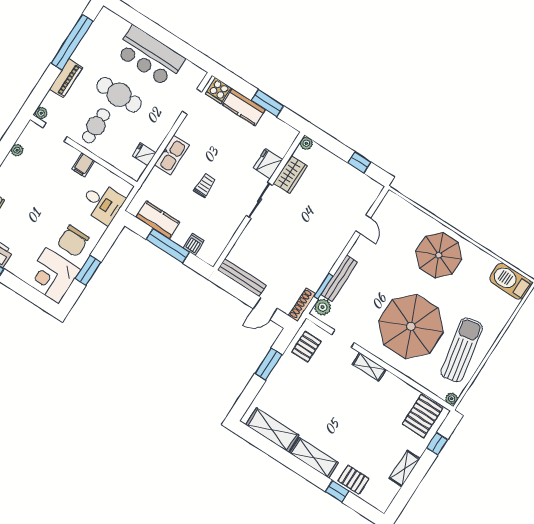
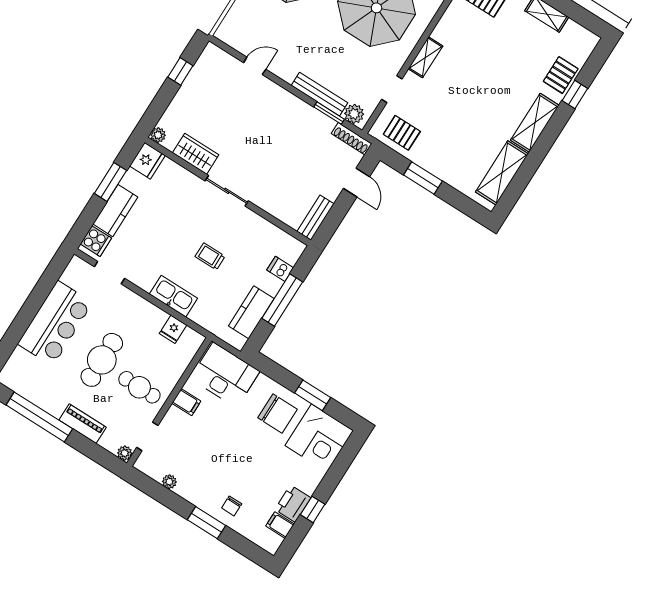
fridge: (268, 164) -> (147, 161), moved, turned -90
desk: (102, 203) -> (225, 375), width x1.37
bench: (242, 278) -> (315, 218), width x0.73

